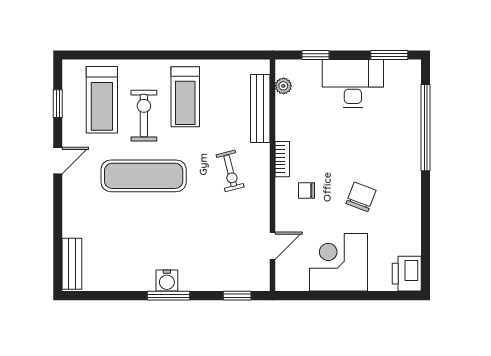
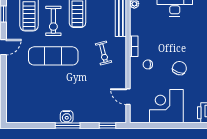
exercise bike: (144, 116) -> (53, 21), turned 180
door: (272, 246) -> (128, 97), swing flipped
bench: (72, 264) -> (12, 107), removed

